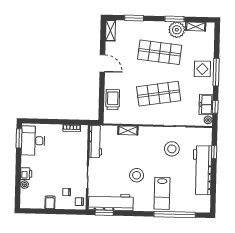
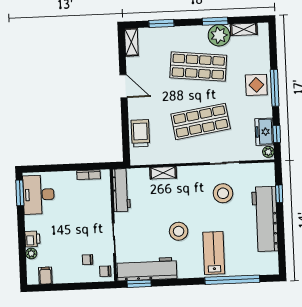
lab bench: (162, 193) -> (214, 253), turned 180
filing cabinet: (50, 202) -> (45, 276), moved

